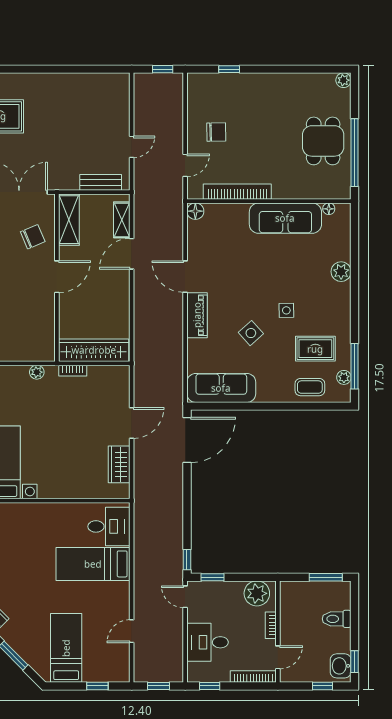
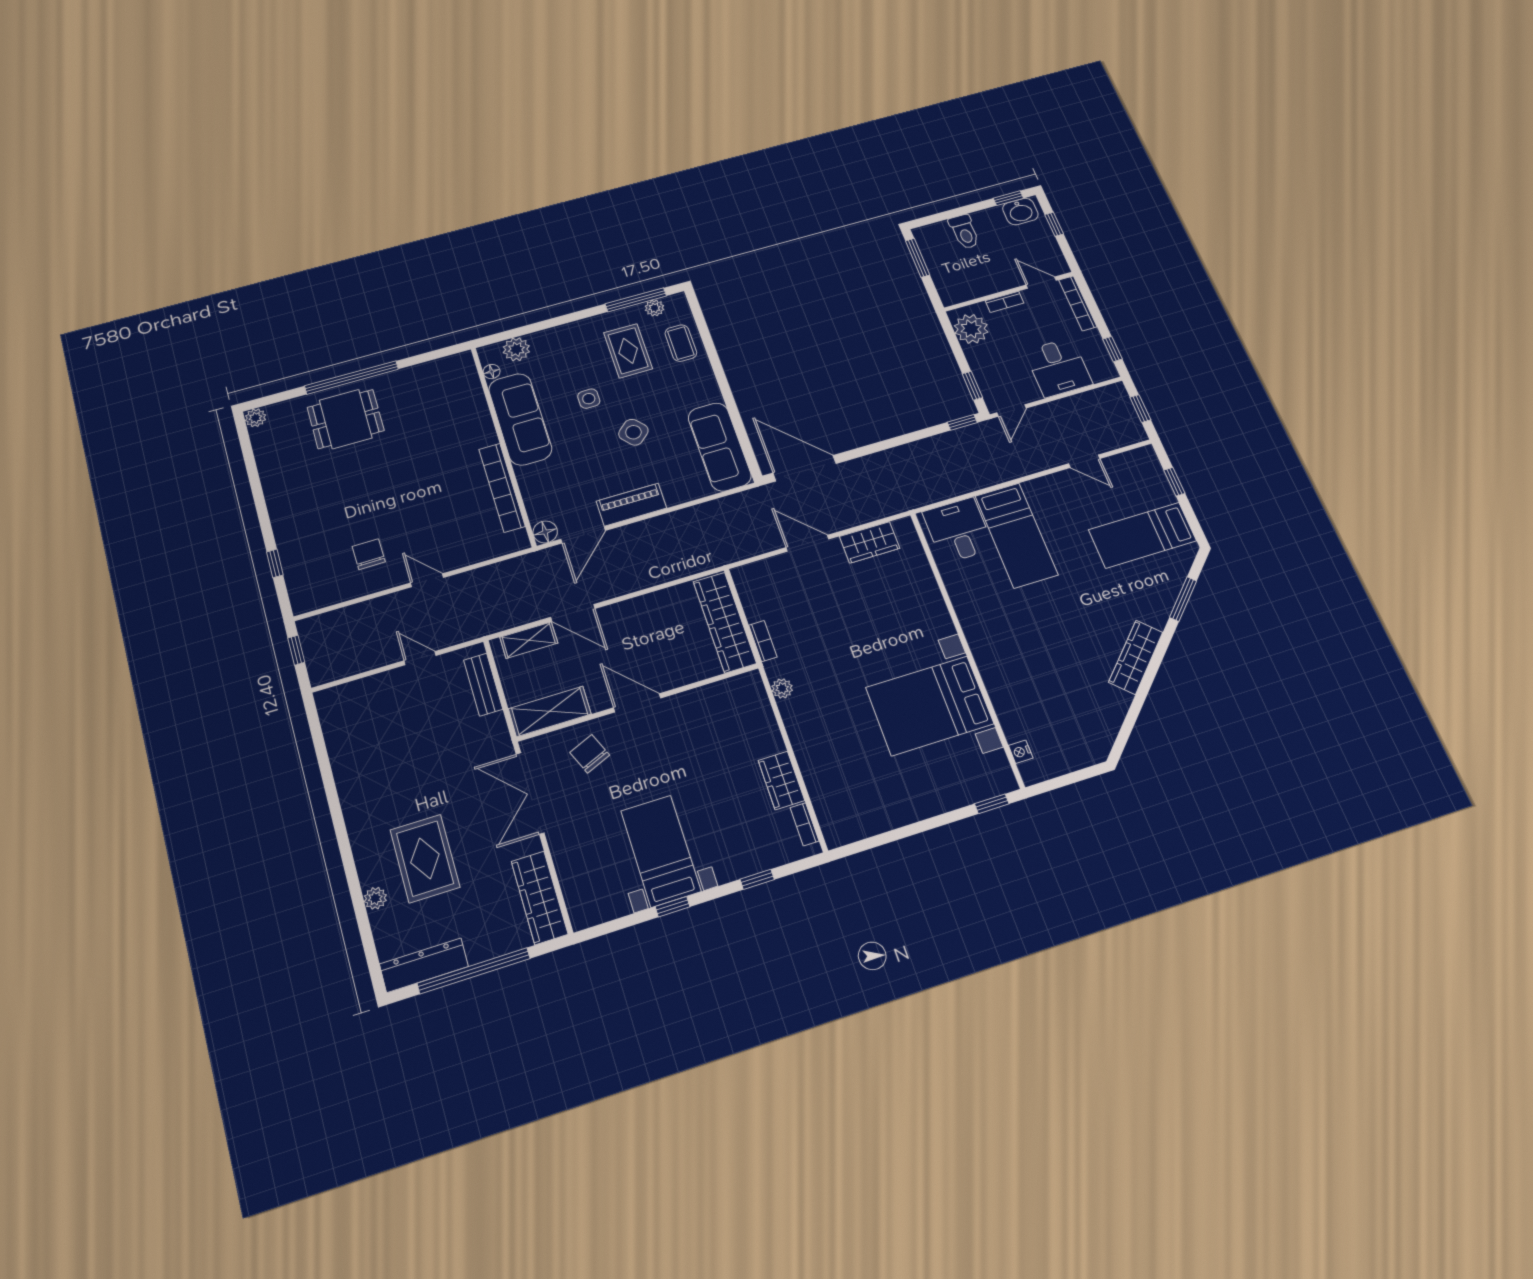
bookcase: (237, 192) -> (502, 488), moved
wall: (269, 201) -> (503, 445), moved
floor lamp: (329, 209) -> (492, 372), moved
floor lamp: (195, 211) -> (545, 532), moved
sofa: (285, 218) -> (520, 419), moved

